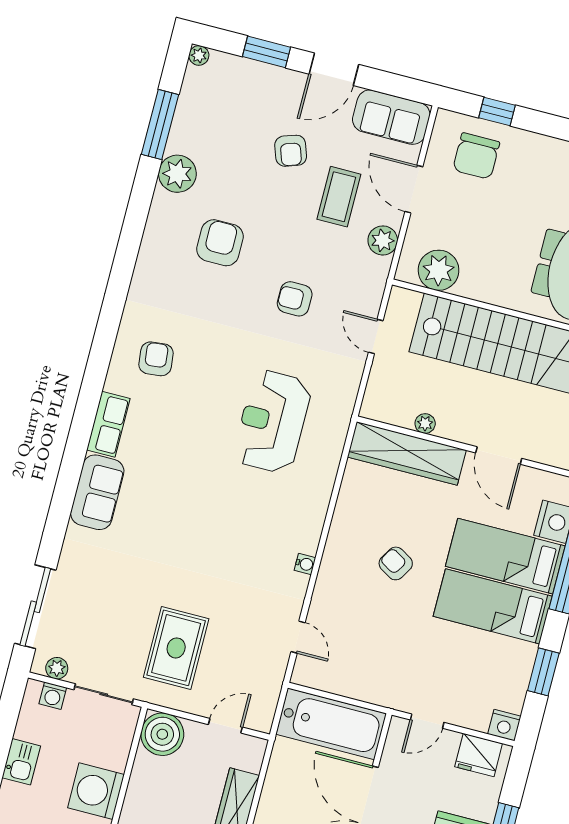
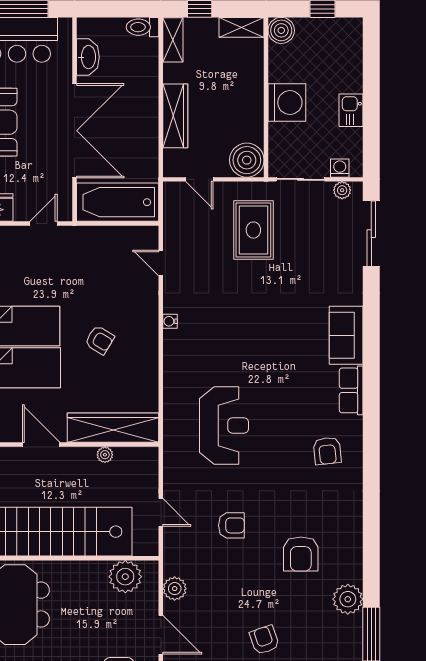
coffee table: (339, 197) -> (218, 614), removed
door: (225, 726) -> (199, 179), hinge flipped

